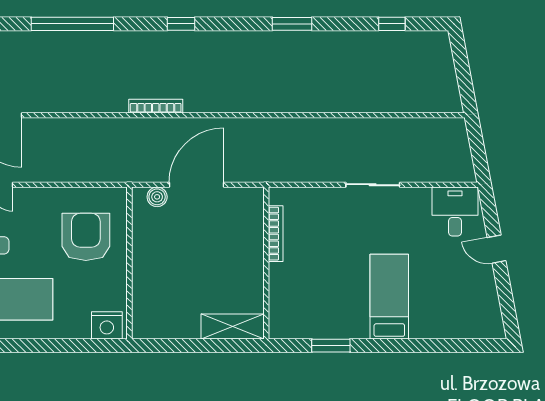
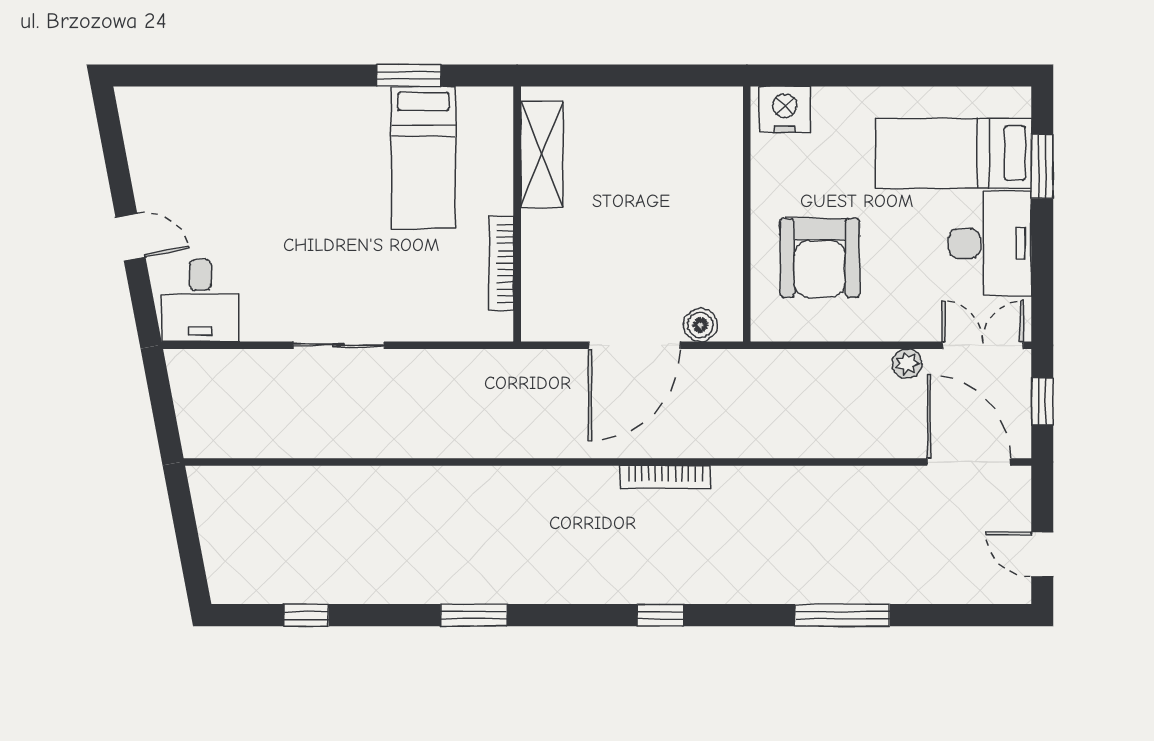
window: (72, 24) -> (842, 615), width x0.68
bookcase: (156, 106) -> (665, 477), moved
plant: (34, 174) -> (907, 364), added
bed: (389, 297) -> (423, 158), moved
shelving: (233, 326) -> (542, 154), moved, turned 90

